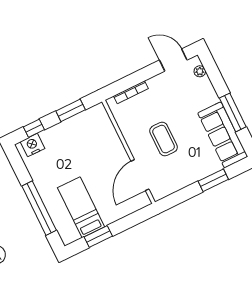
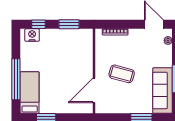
coffee table: (164, 139) -> (122, 74), turned -75
bed: (81, 207) -> (30, 92), moved

